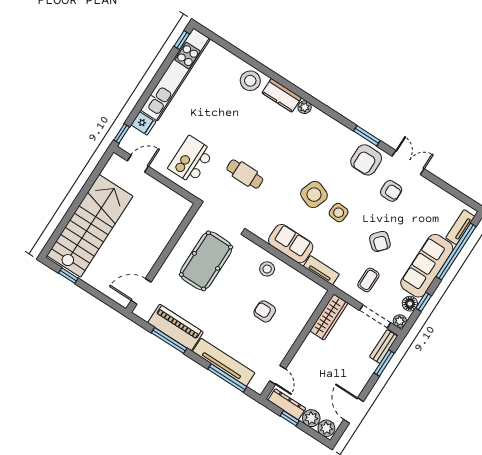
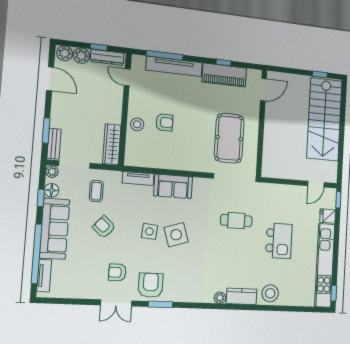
kitchen island: (191, 160) -> (279, 241), moved
side table: (314, 195) -> (176, 235), turned -38
stool: (267, 269) -> (137, 124), moved
window: (169, 341) -> (224, 63), width x0.46

